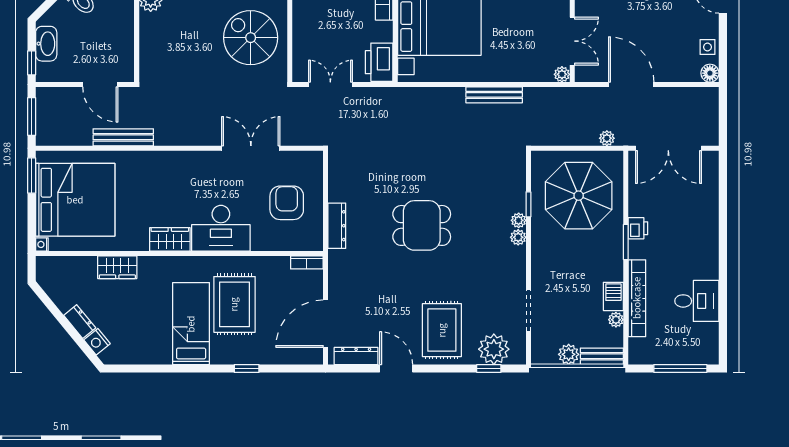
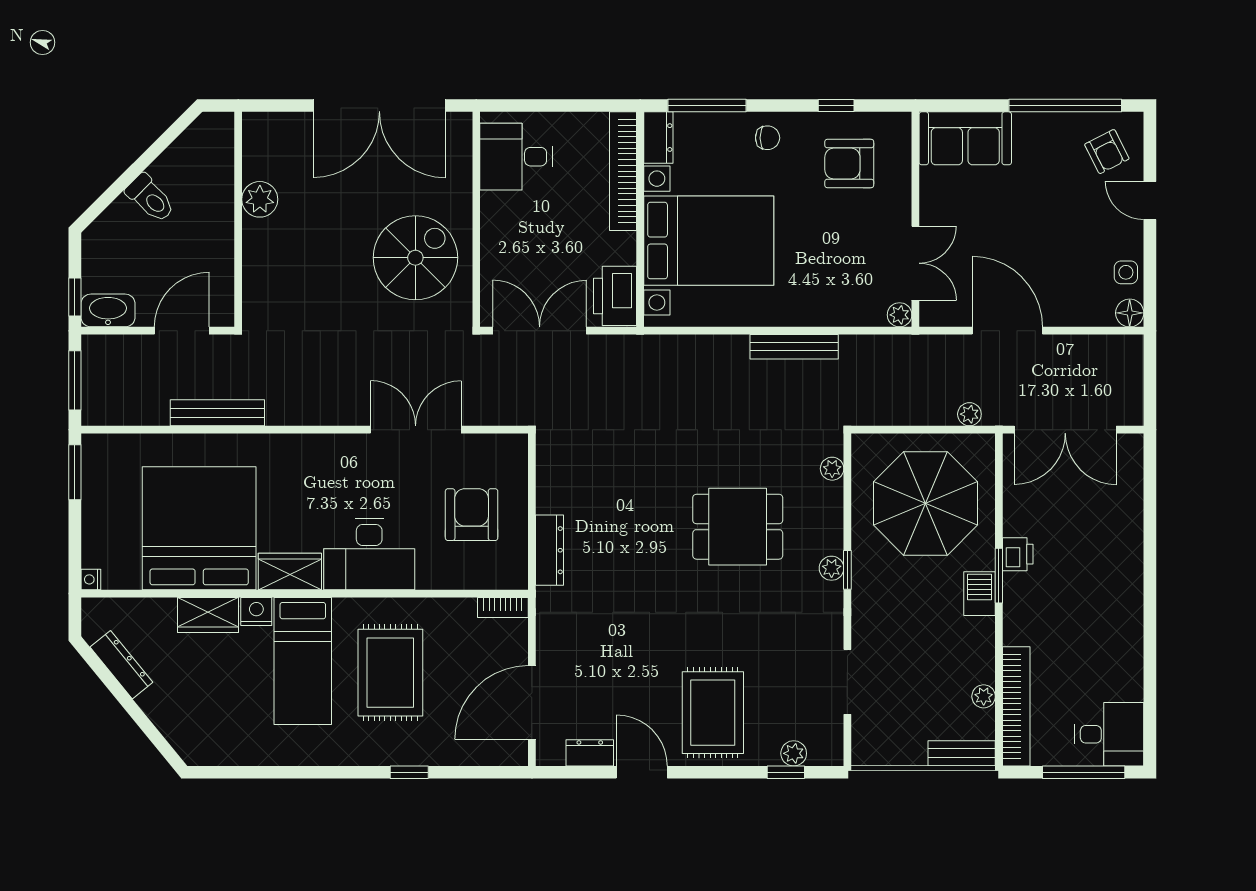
spiral stairs: (251, 38) -> (415, 258), turned 90
washbasin: (46, 44) -> (108, 310), moved, turned -90
door: (100, 85) -> (182, 331), swing flipped
double door: (330, 85) -> (540, 331), width x1.37
bed: (75, 200) -> (199, 528), moved, turned -90
window: (528, 204) -> (847, 570), moved
plant: (519, 220) -> (832, 469), moved
dining table: (422, 225) -> (738, 527), moved
barbecue: (613, 296) -> (980, 594), moved
bookcase: (637, 298) -> (1016, 706), moved
desk: (697, 301) -> (1109, 734), moved
dresser: (80, 322) -> (121, 665), moved, width x1.44
bed: (191, 324) -> (303, 661), moved, turned 180
nightstand: (97, 342) -> (256, 611), moved, turned 129
plant: (494, 349) -> (794, 753), width x0.53, depth x0.53
plant: (569, 354) -> (910, 750), removed
dresser: (356, 356) -> (590, 753), width x0.70

